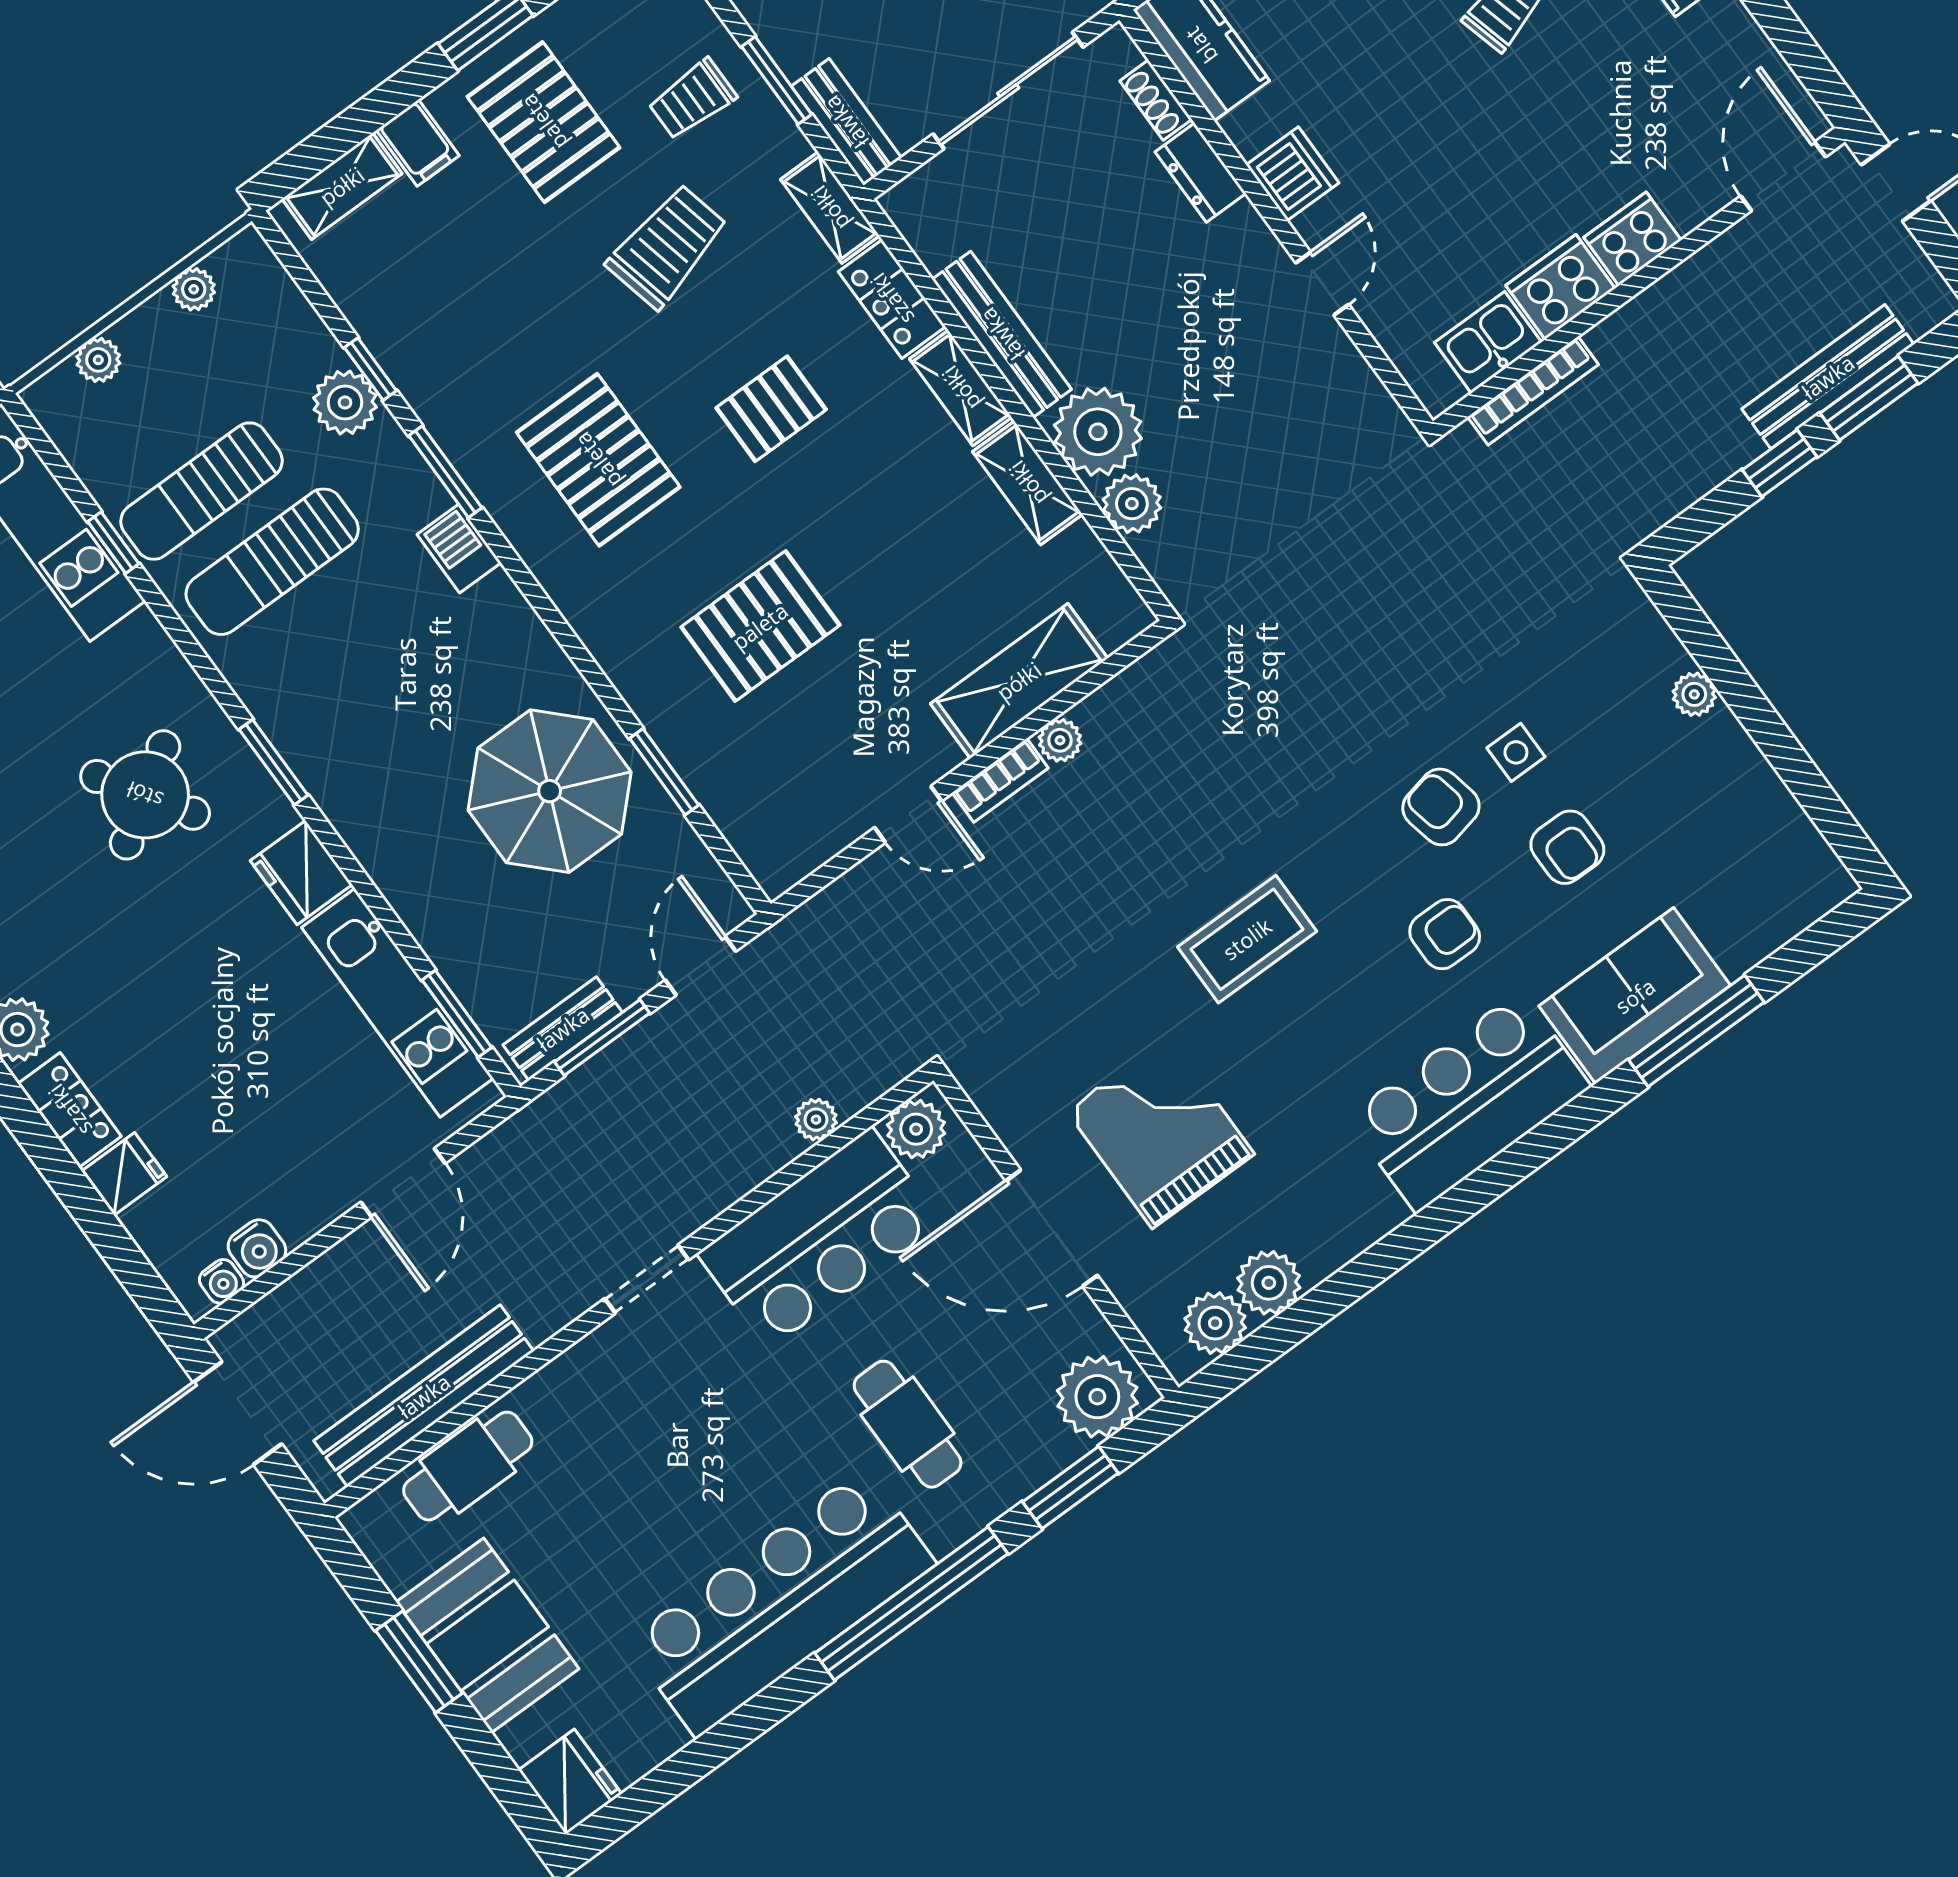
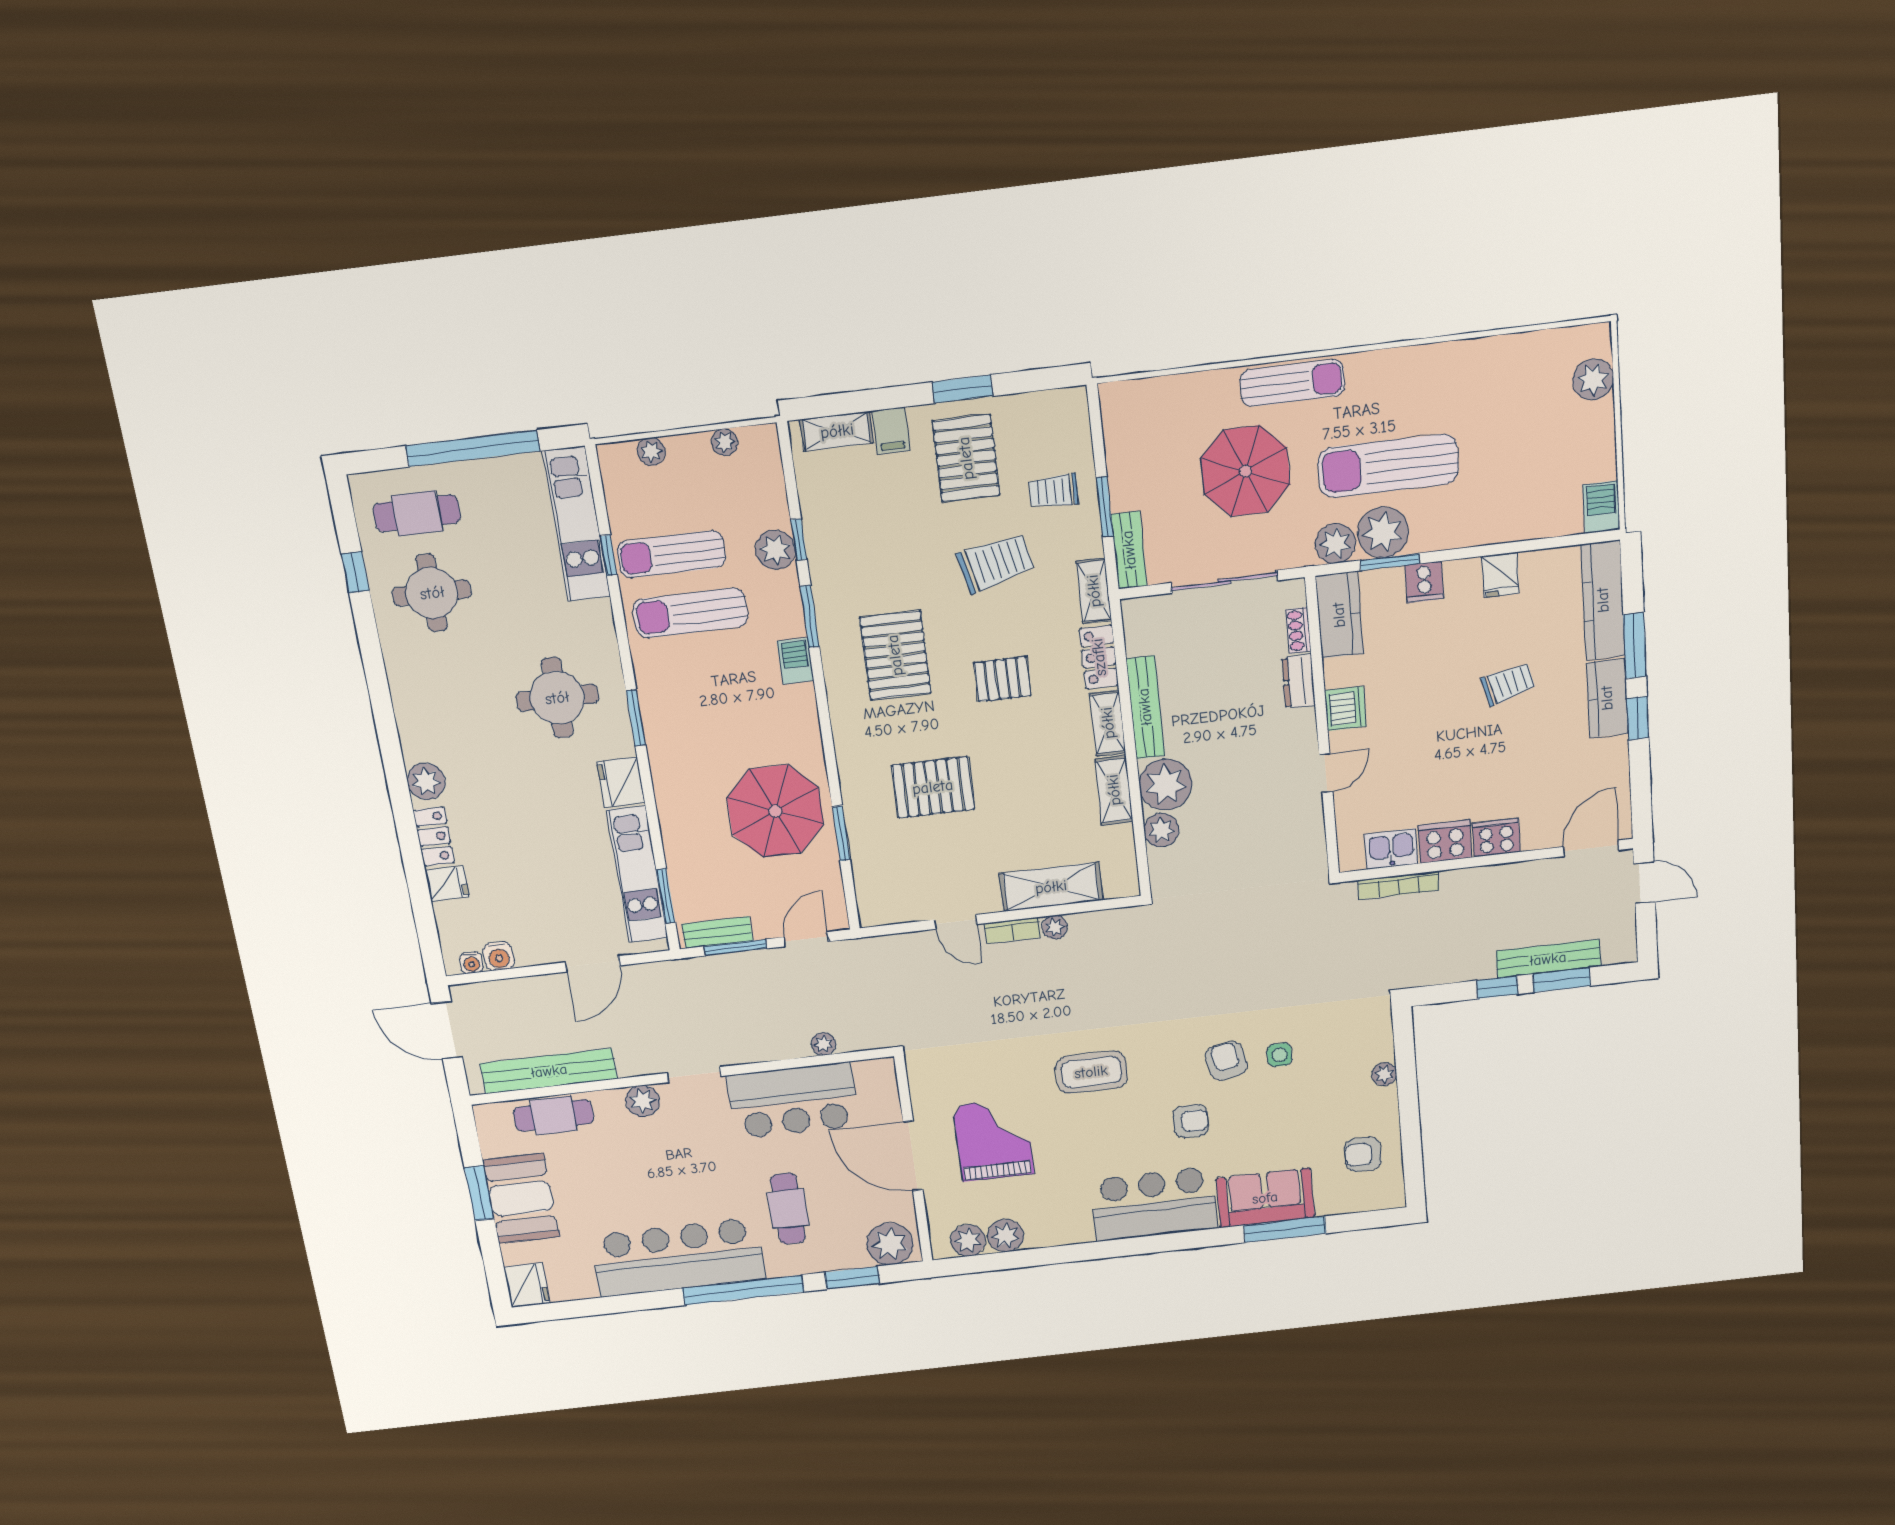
round table: (145, 795) -> (557, 698), turned 33
armchair: (1567, 847) -> (1363, 1154), moved, turned 90
plant: (916, 1129) -> (643, 1101), moved

